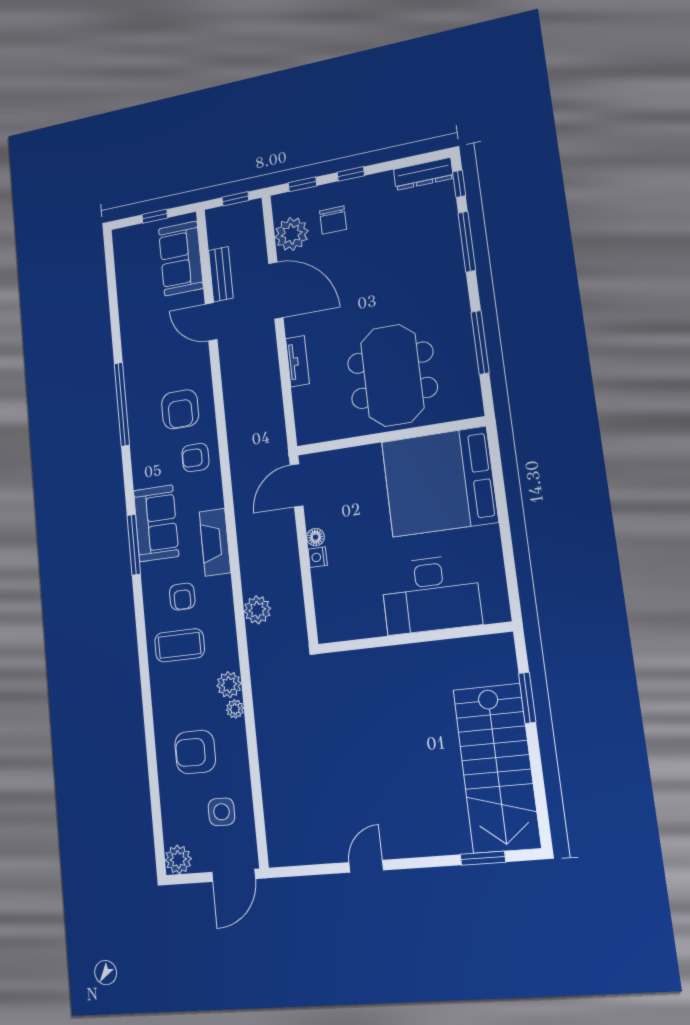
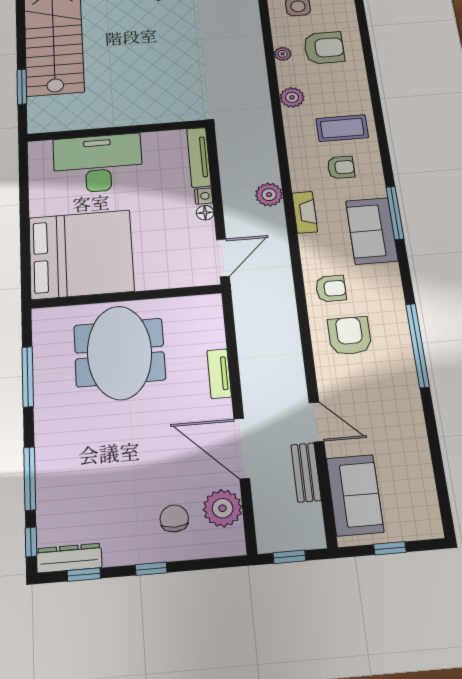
window: (302, 184) -> (84, 575), moved
fireplace: (215, 542) -> (305, 212), width x0.73, depth x0.76
armchair: (182, 597) -> (341, 167), turned 90
tv unit: (324, 605) -> (199, 157), added
plant: (257, 610) -> (269, 195), moved
plant: (235, 709) -> (283, 54), moved

